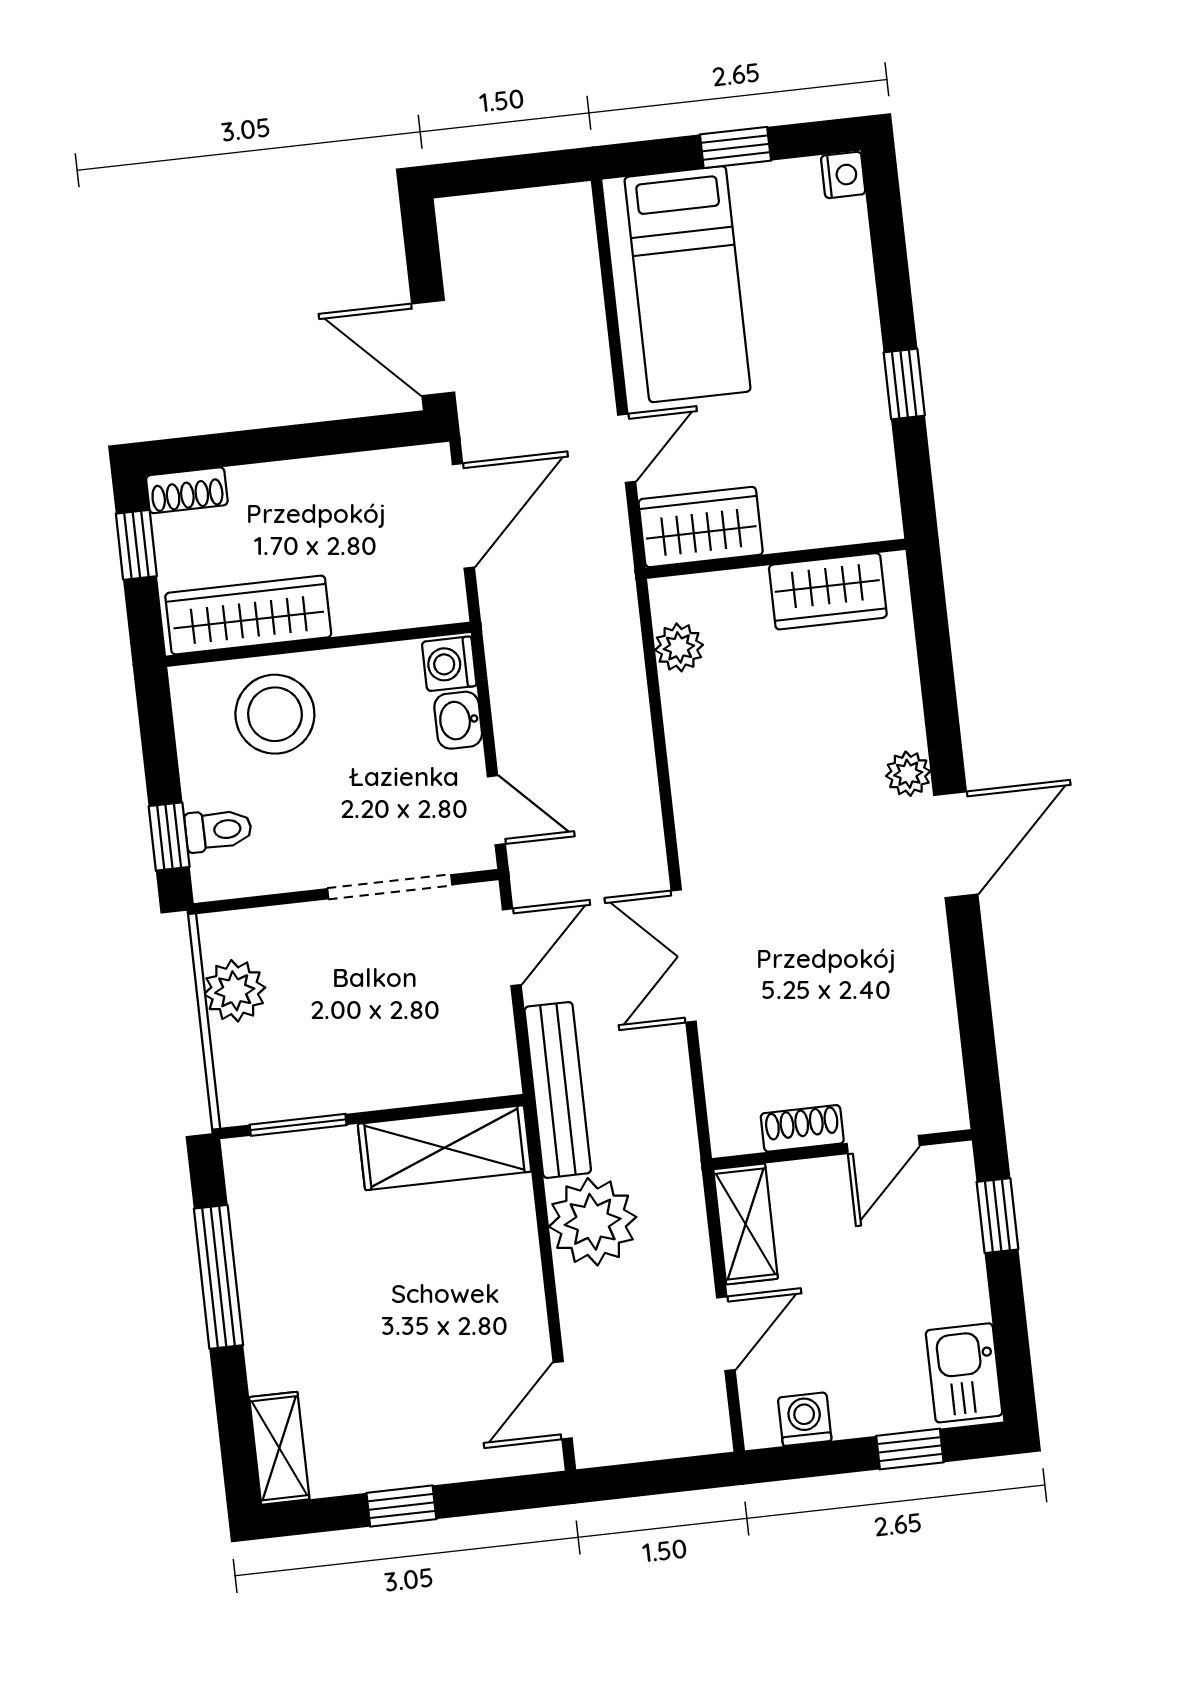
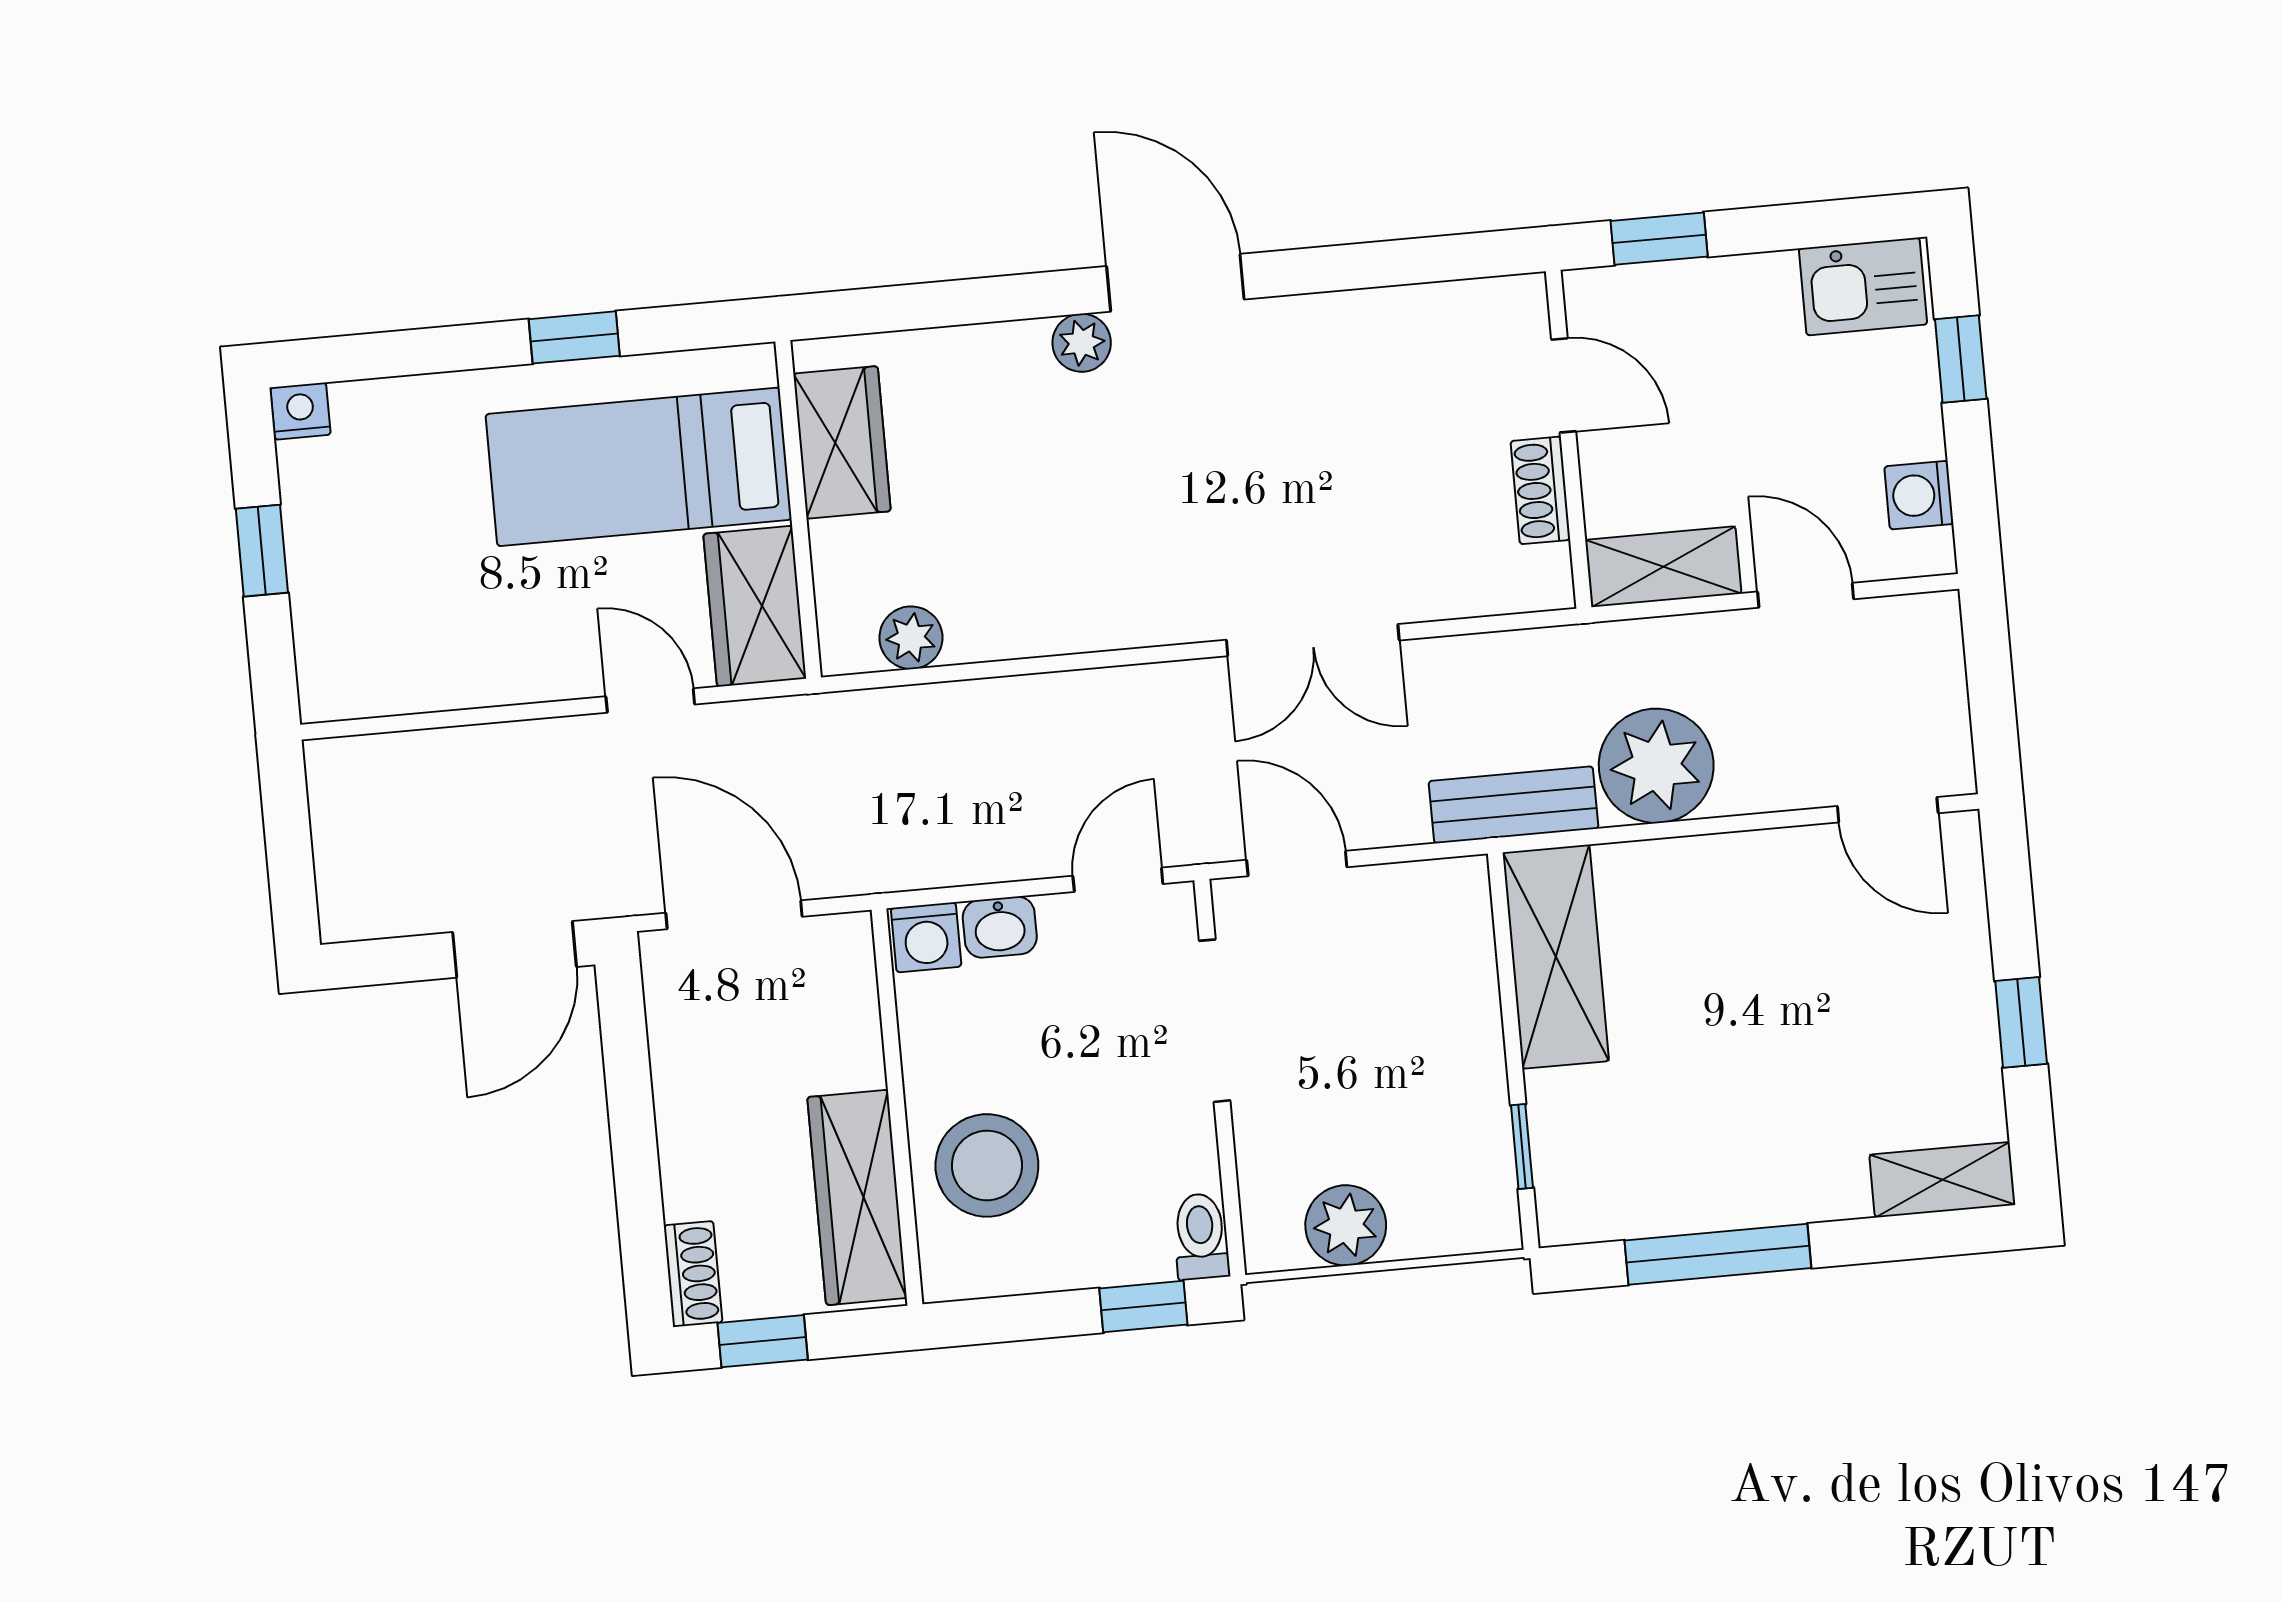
bed: (688, 284) -> (639, 467), moved, turned 180
toilet: (218, 830) -> (1201, 1237), moved
bench: (558, 1090) -> (1514, 805), width x0.73
window: (298, 1125) -> (1522, 1146), width x0.67

